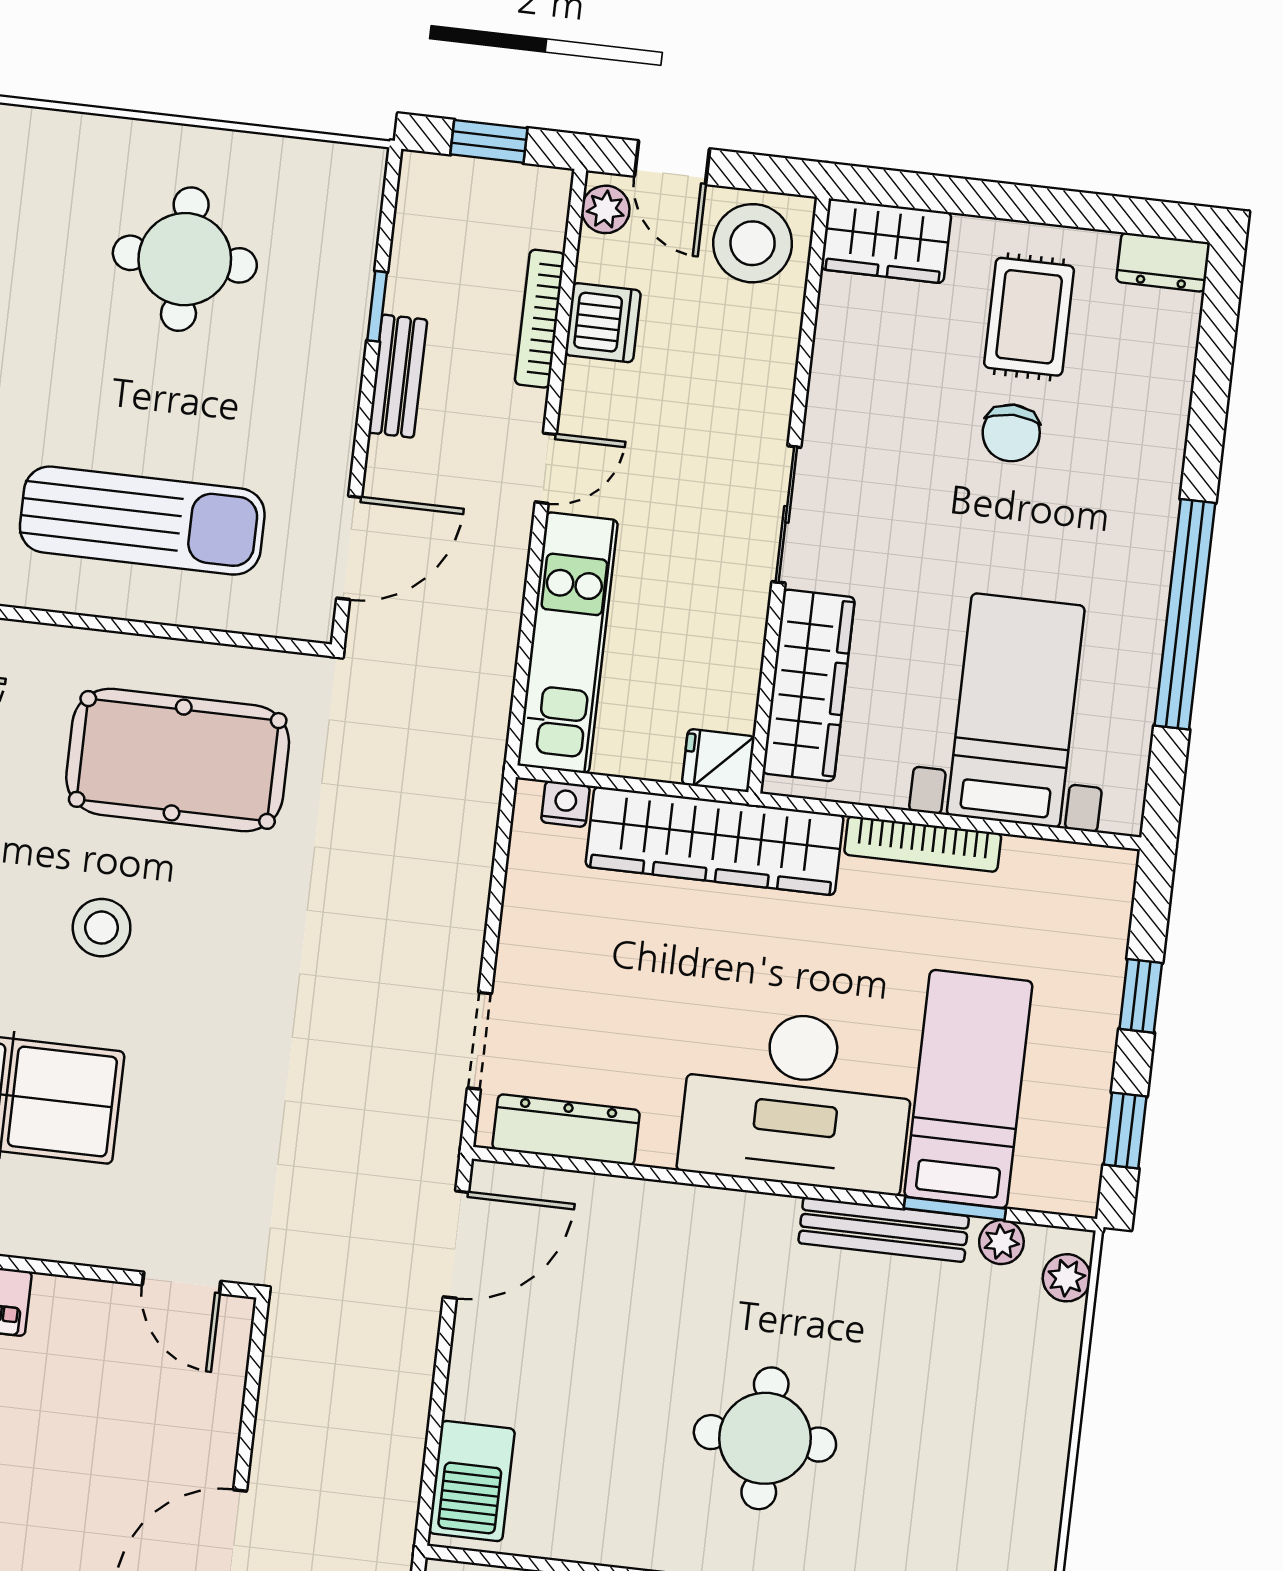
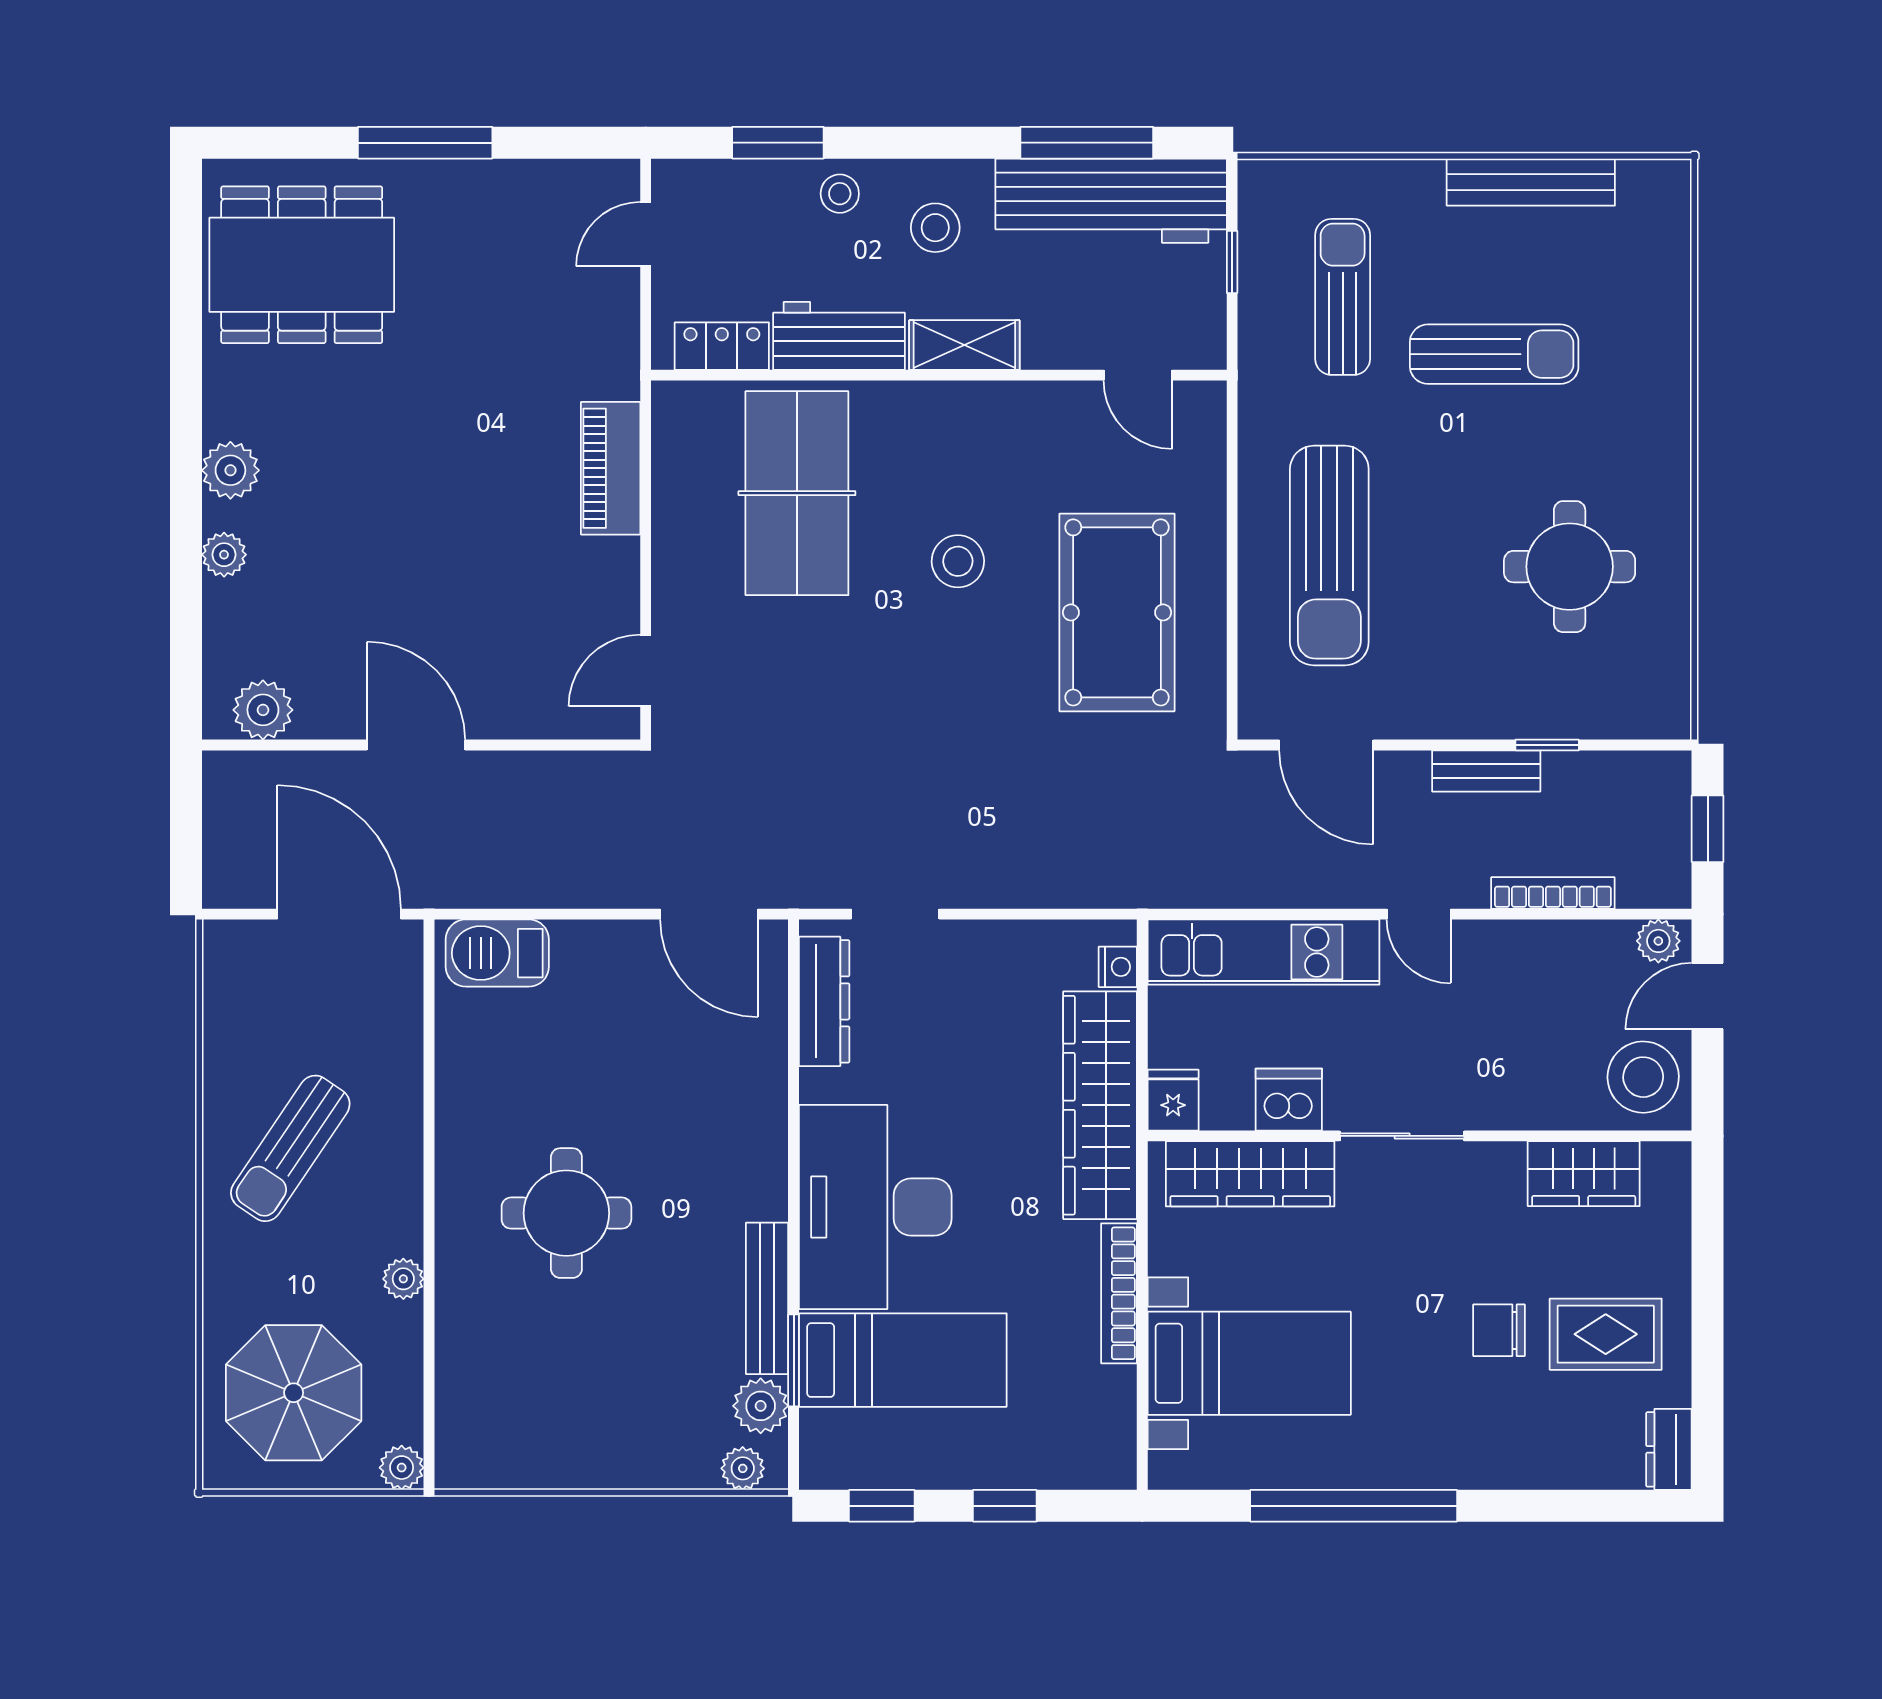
wardrobe: (886, 241) -> (1584, 1174), moved, turned -90
dishwasher: (603, 323) -> (1289, 1100), moved, turned 180
plant: (1001, 1242) -> (761, 1406), width x1.38, depth x1.38

